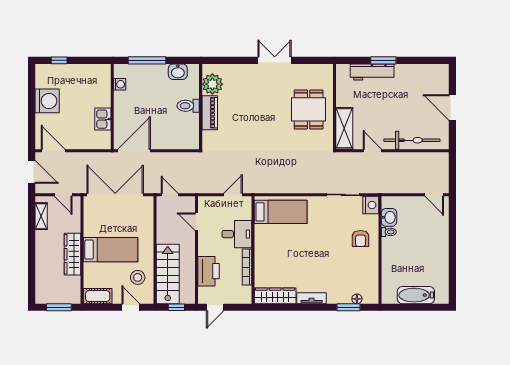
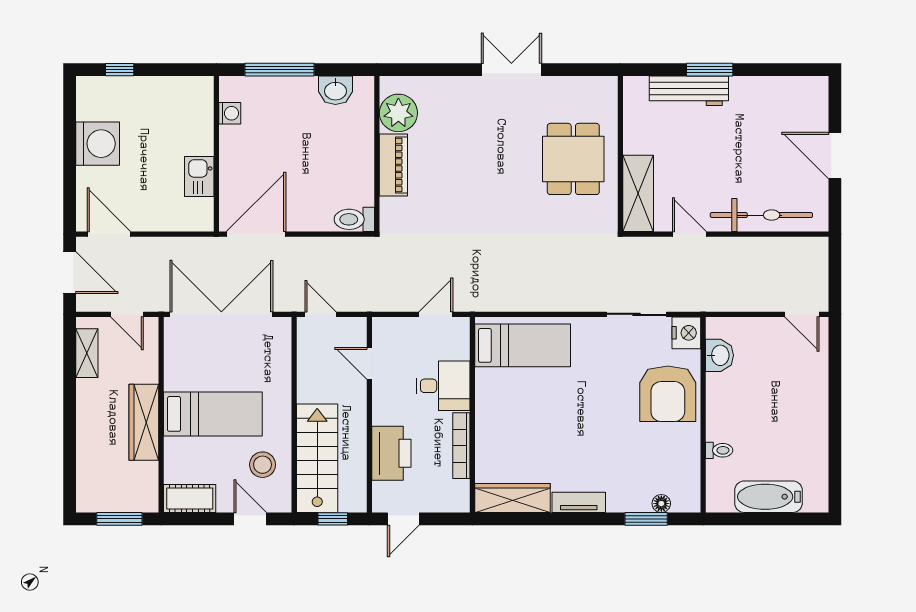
toilet: (188, 106) -> (354, 219), moved
toilet: (389, 232) -> (719, 450), moved
armchair: (361, 238) -> (668, 394), width x1.88, depth x1.88

